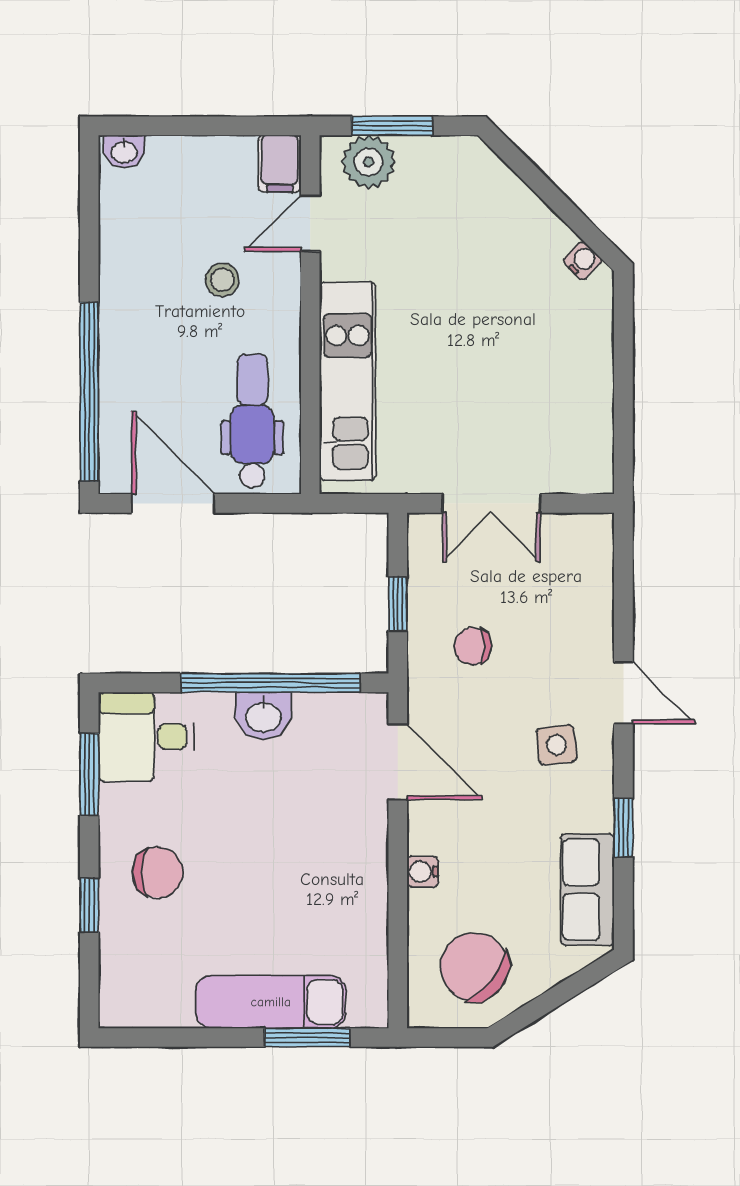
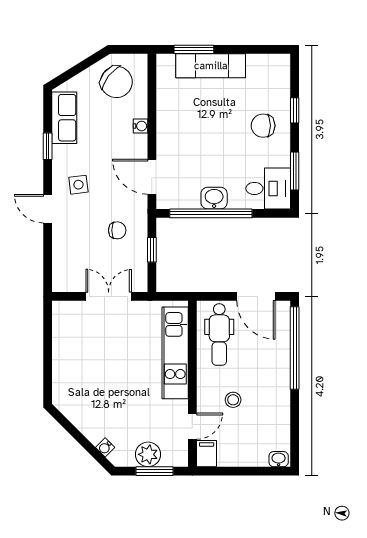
plant: (368, 162) -> (148, 454), moved
water cooler: (583, 261) -> (105, 447), moved

